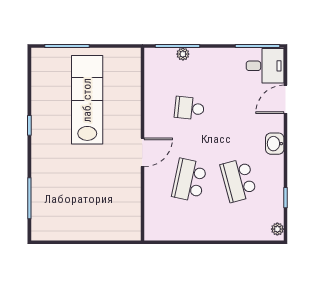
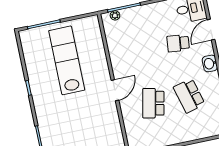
plant: (183, 54) -> (115, 15), moved
school desk: (189, 108) -> (178, 43), moved

